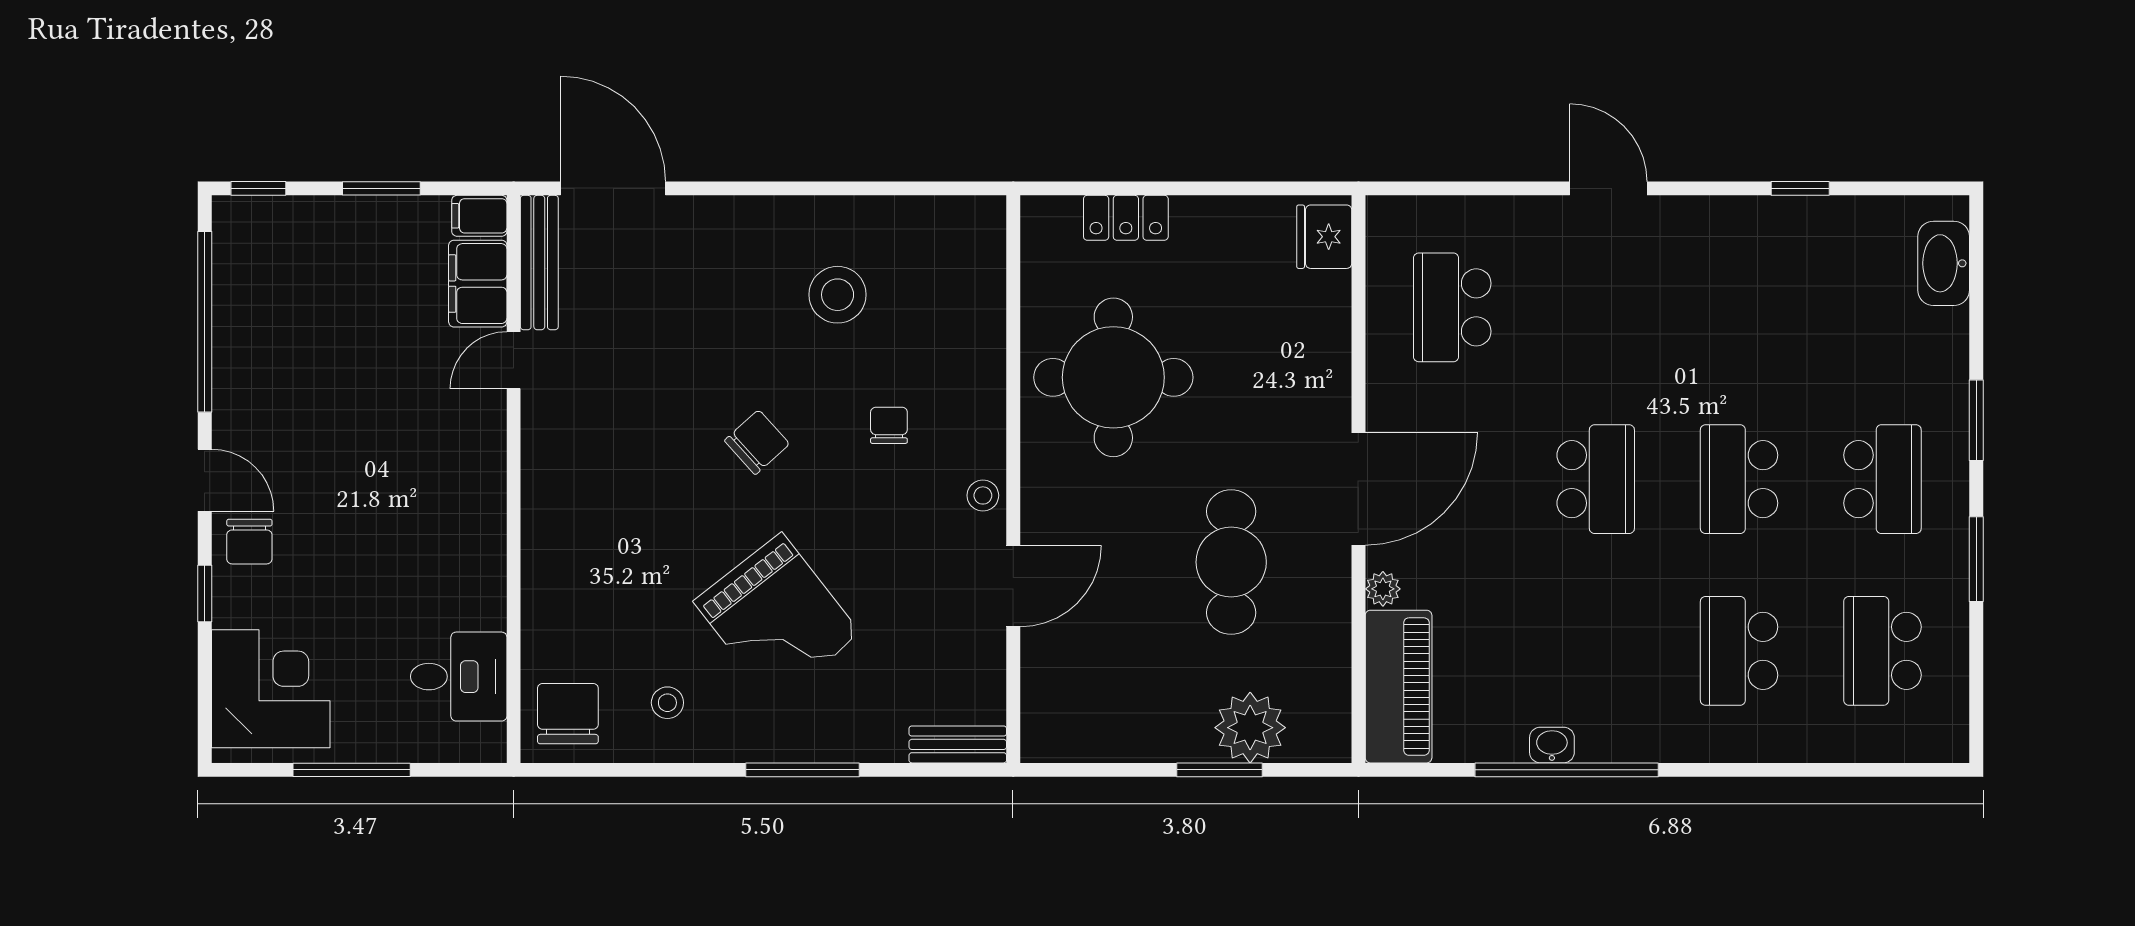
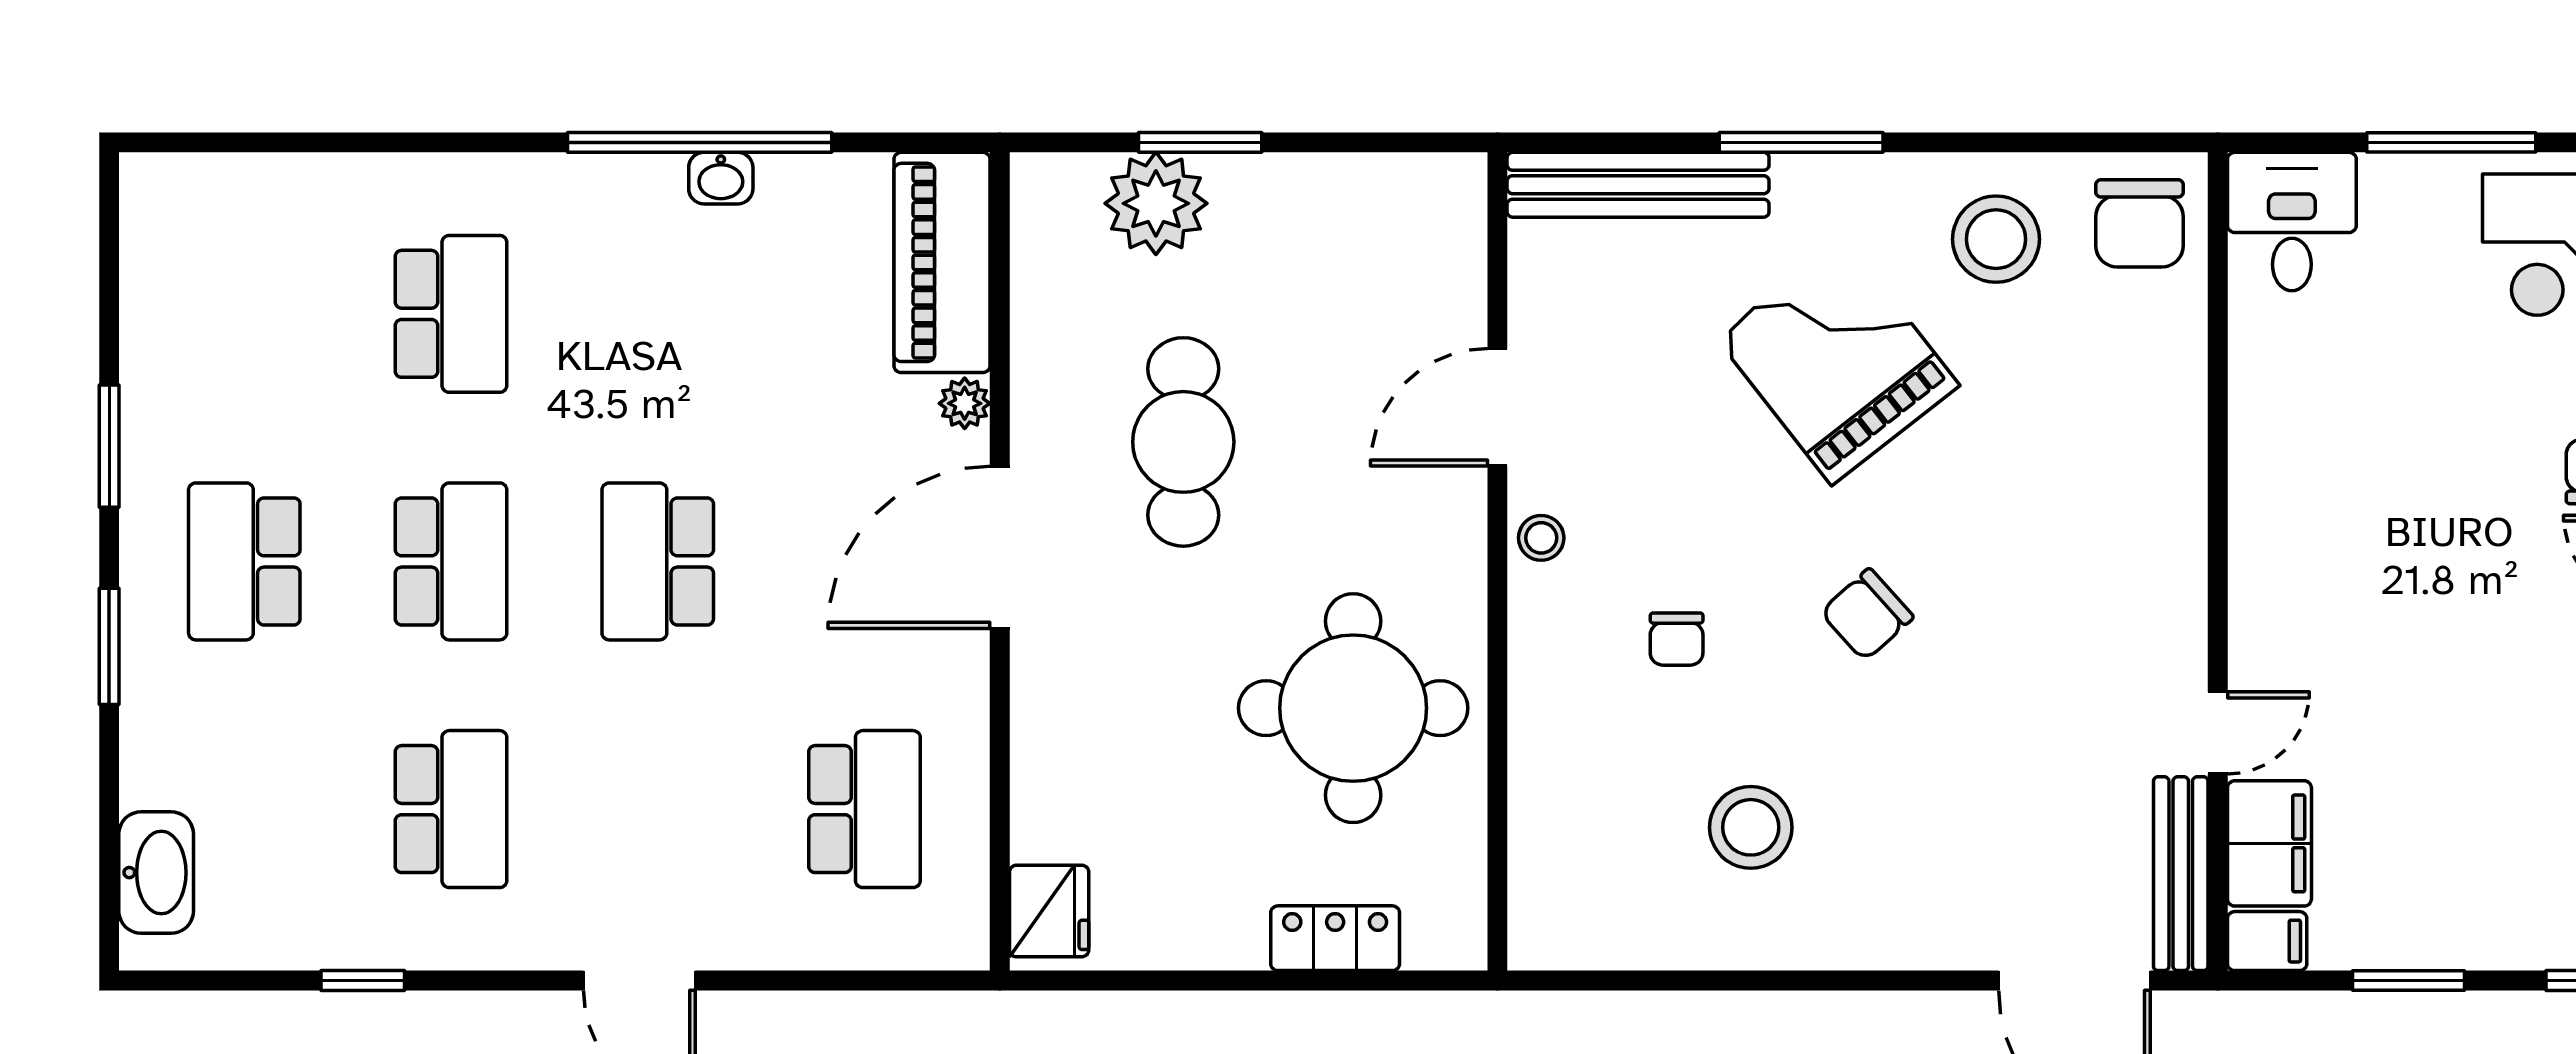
school desk: (1882, 651) -> (451, 809), moved
desk: (459, 677) -> (2292, 222), moved, turned 90
stool: (667, 703) -> (1996, 239), width x1.89, depth x1.89
bench: (958, 744) -> (1638, 185), width x1.86, depth x1.21

